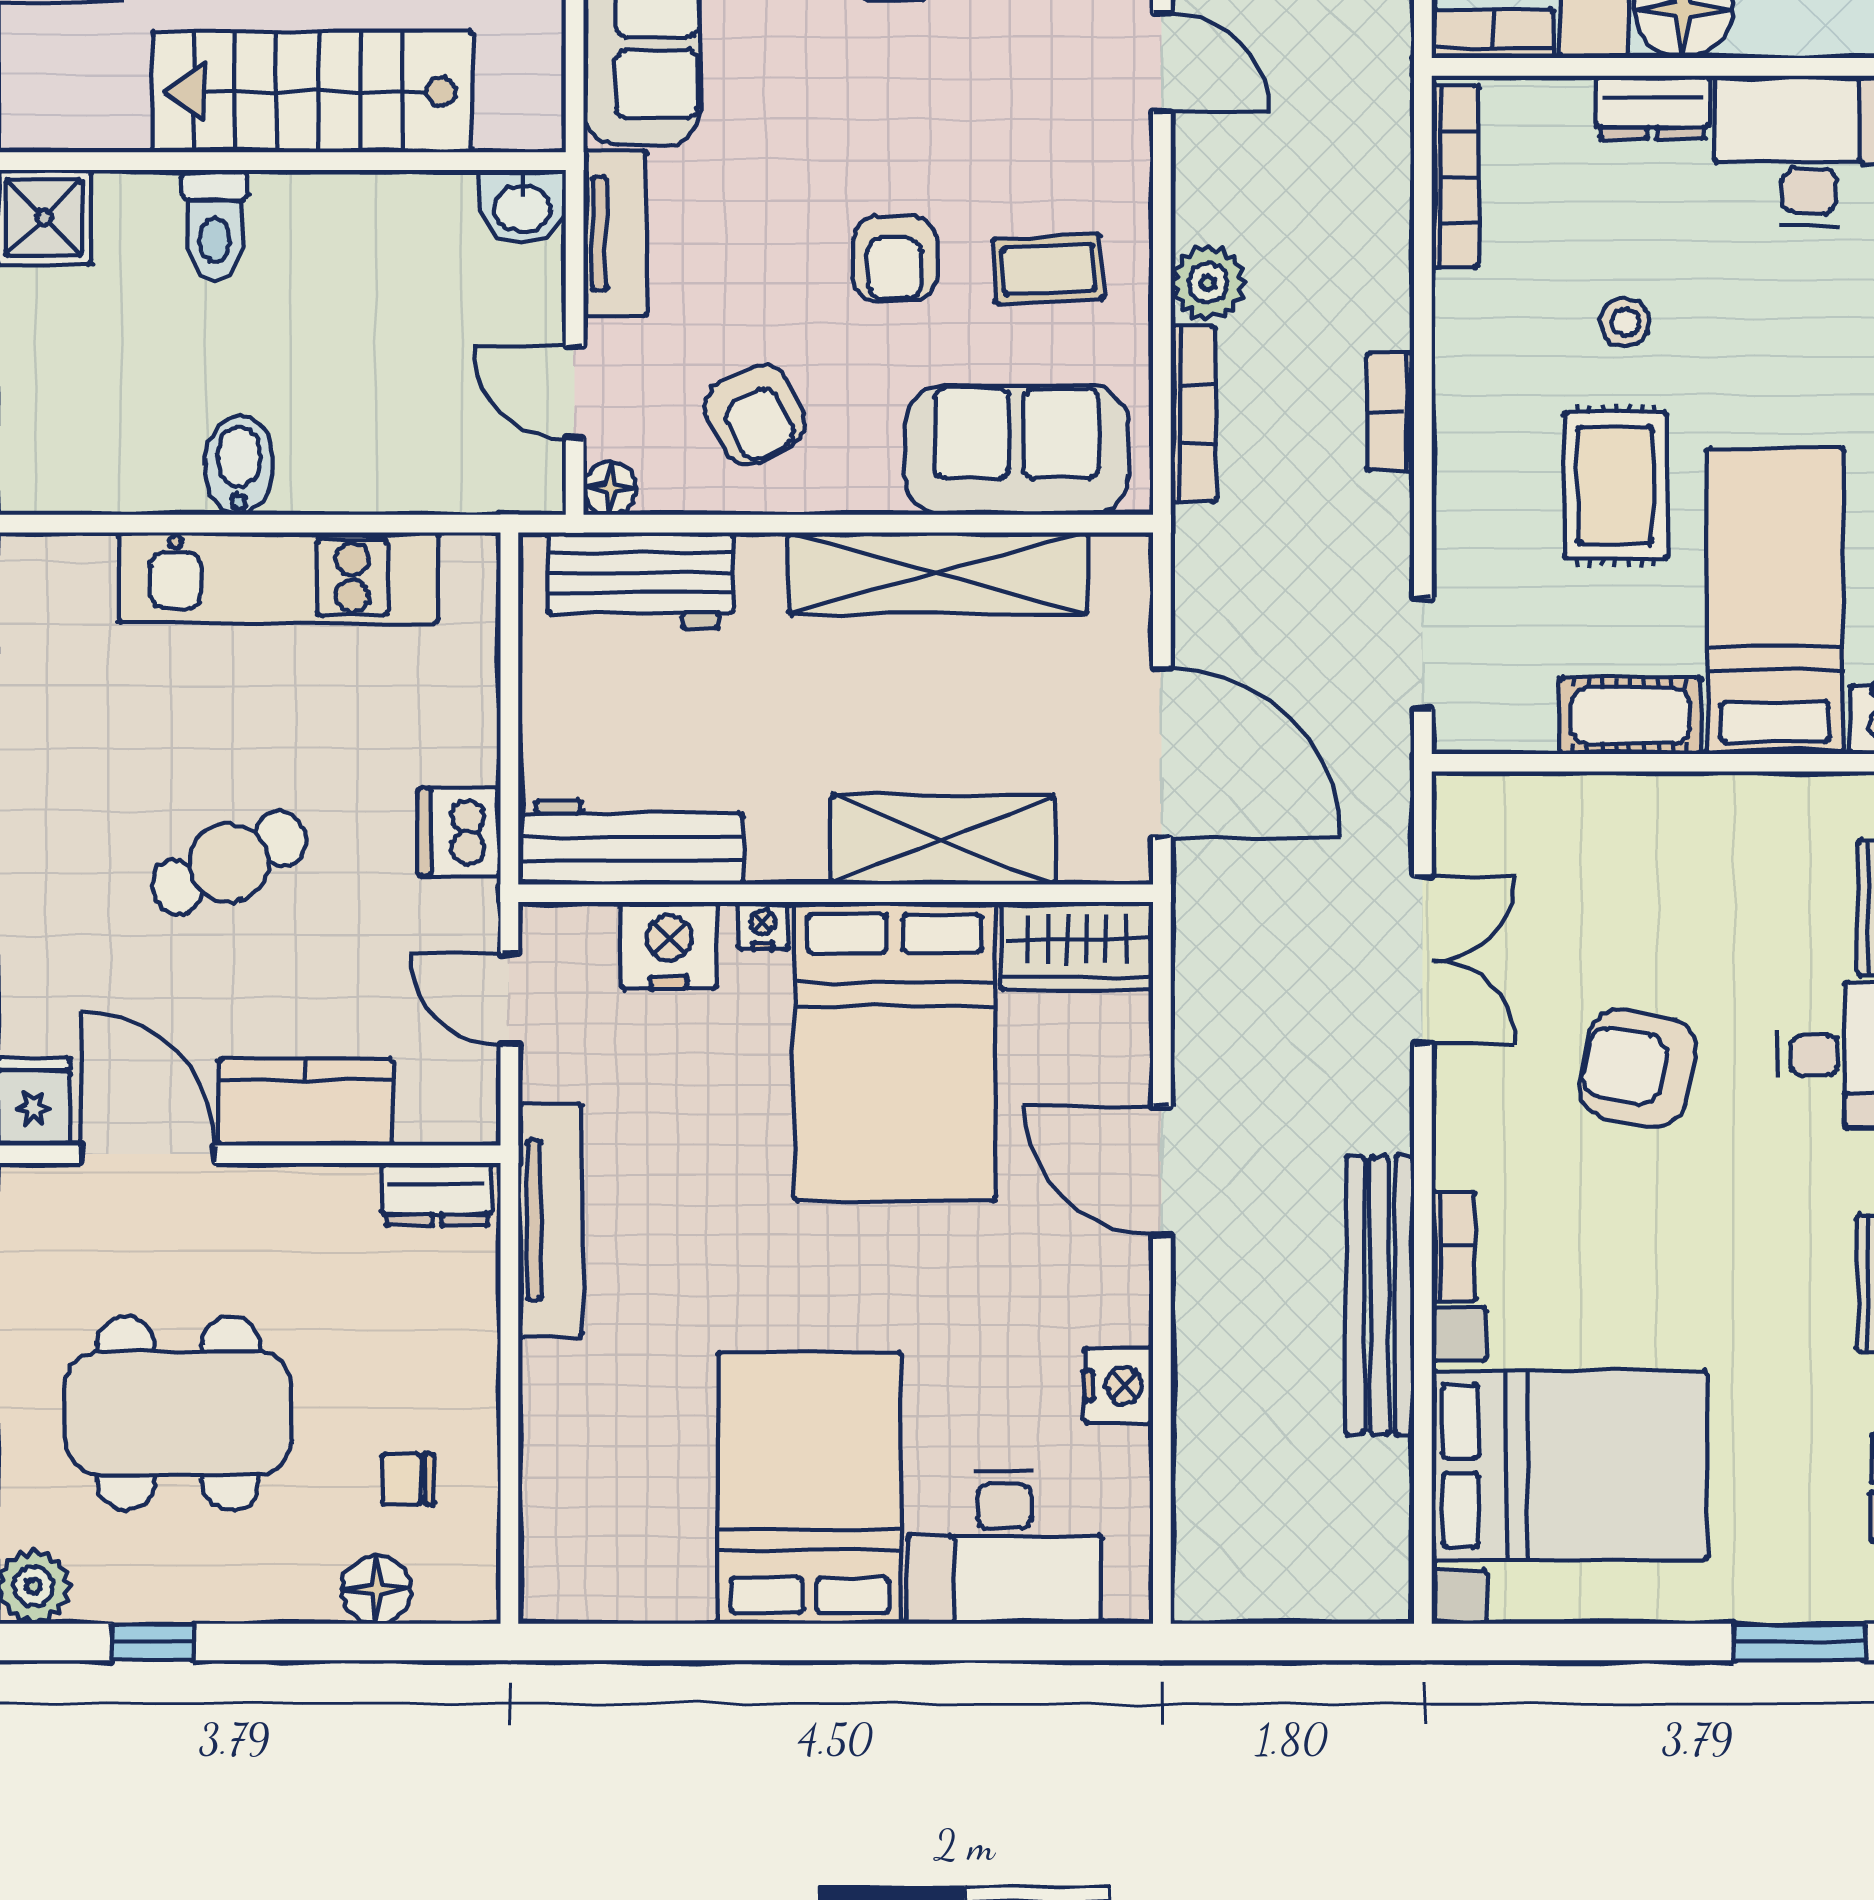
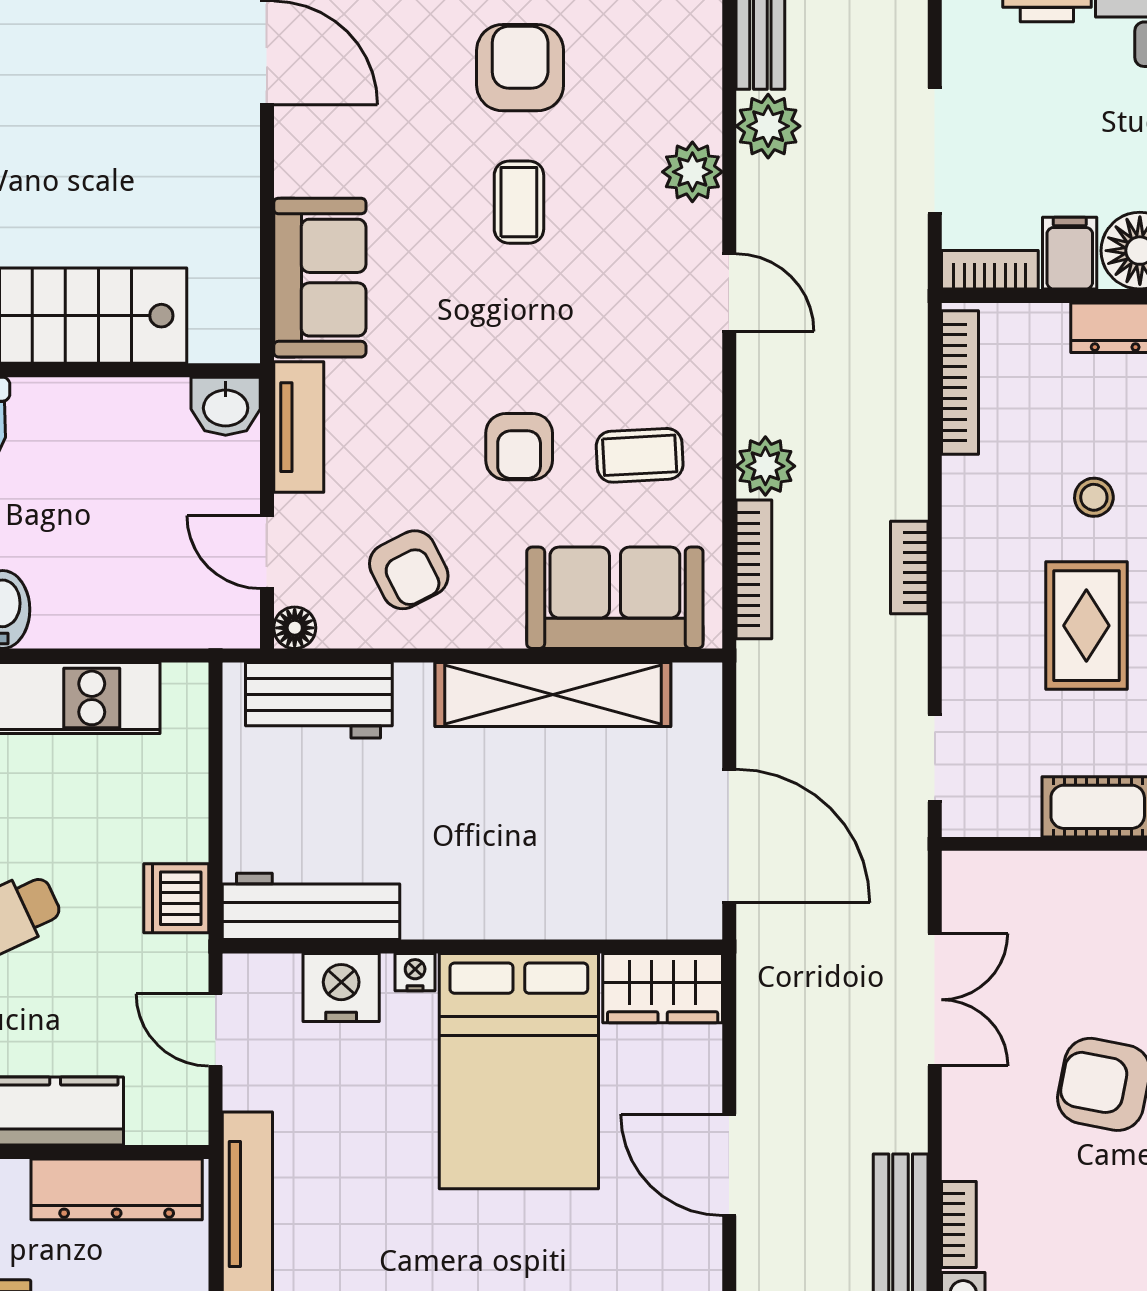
shelving: (943, 840) -> (557, 905), removed
dresser: (437, 1194) -> (117, 1189), width x1.96, depth x1.24

